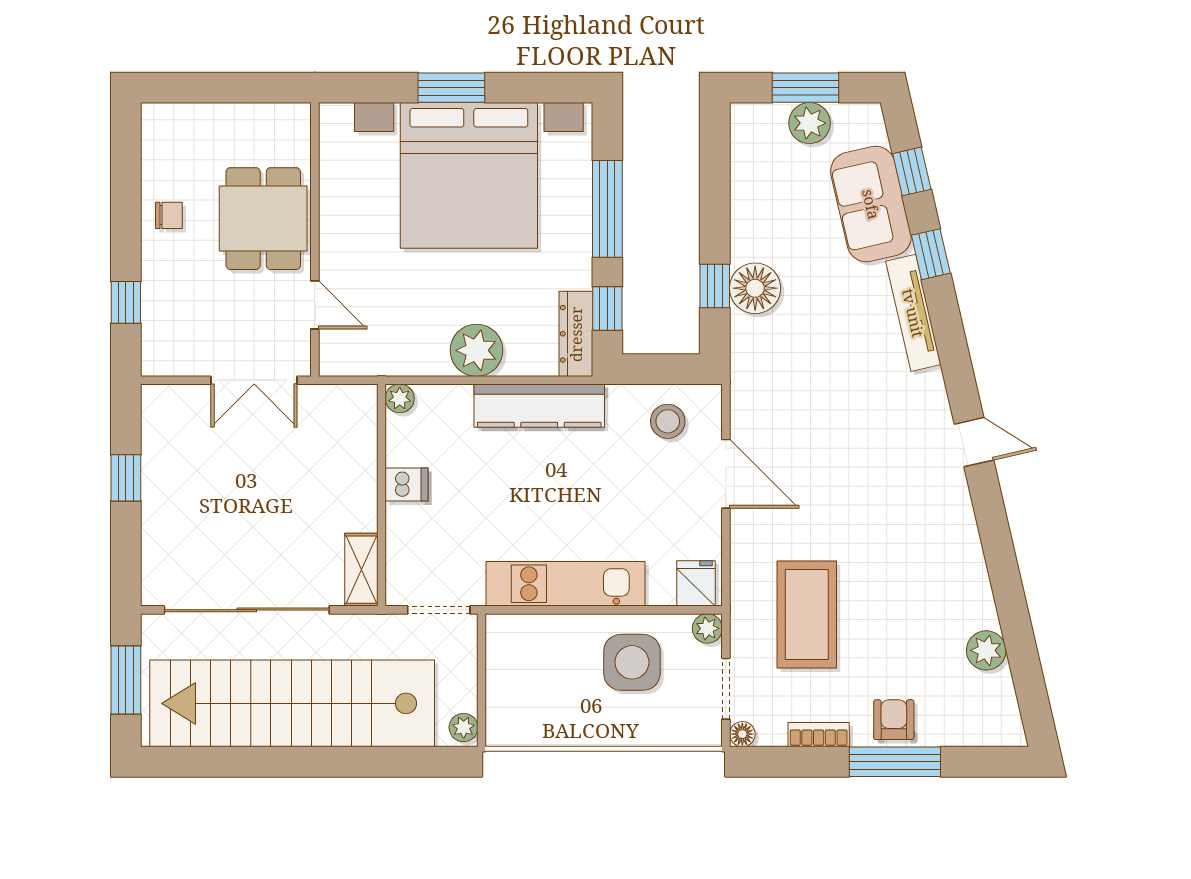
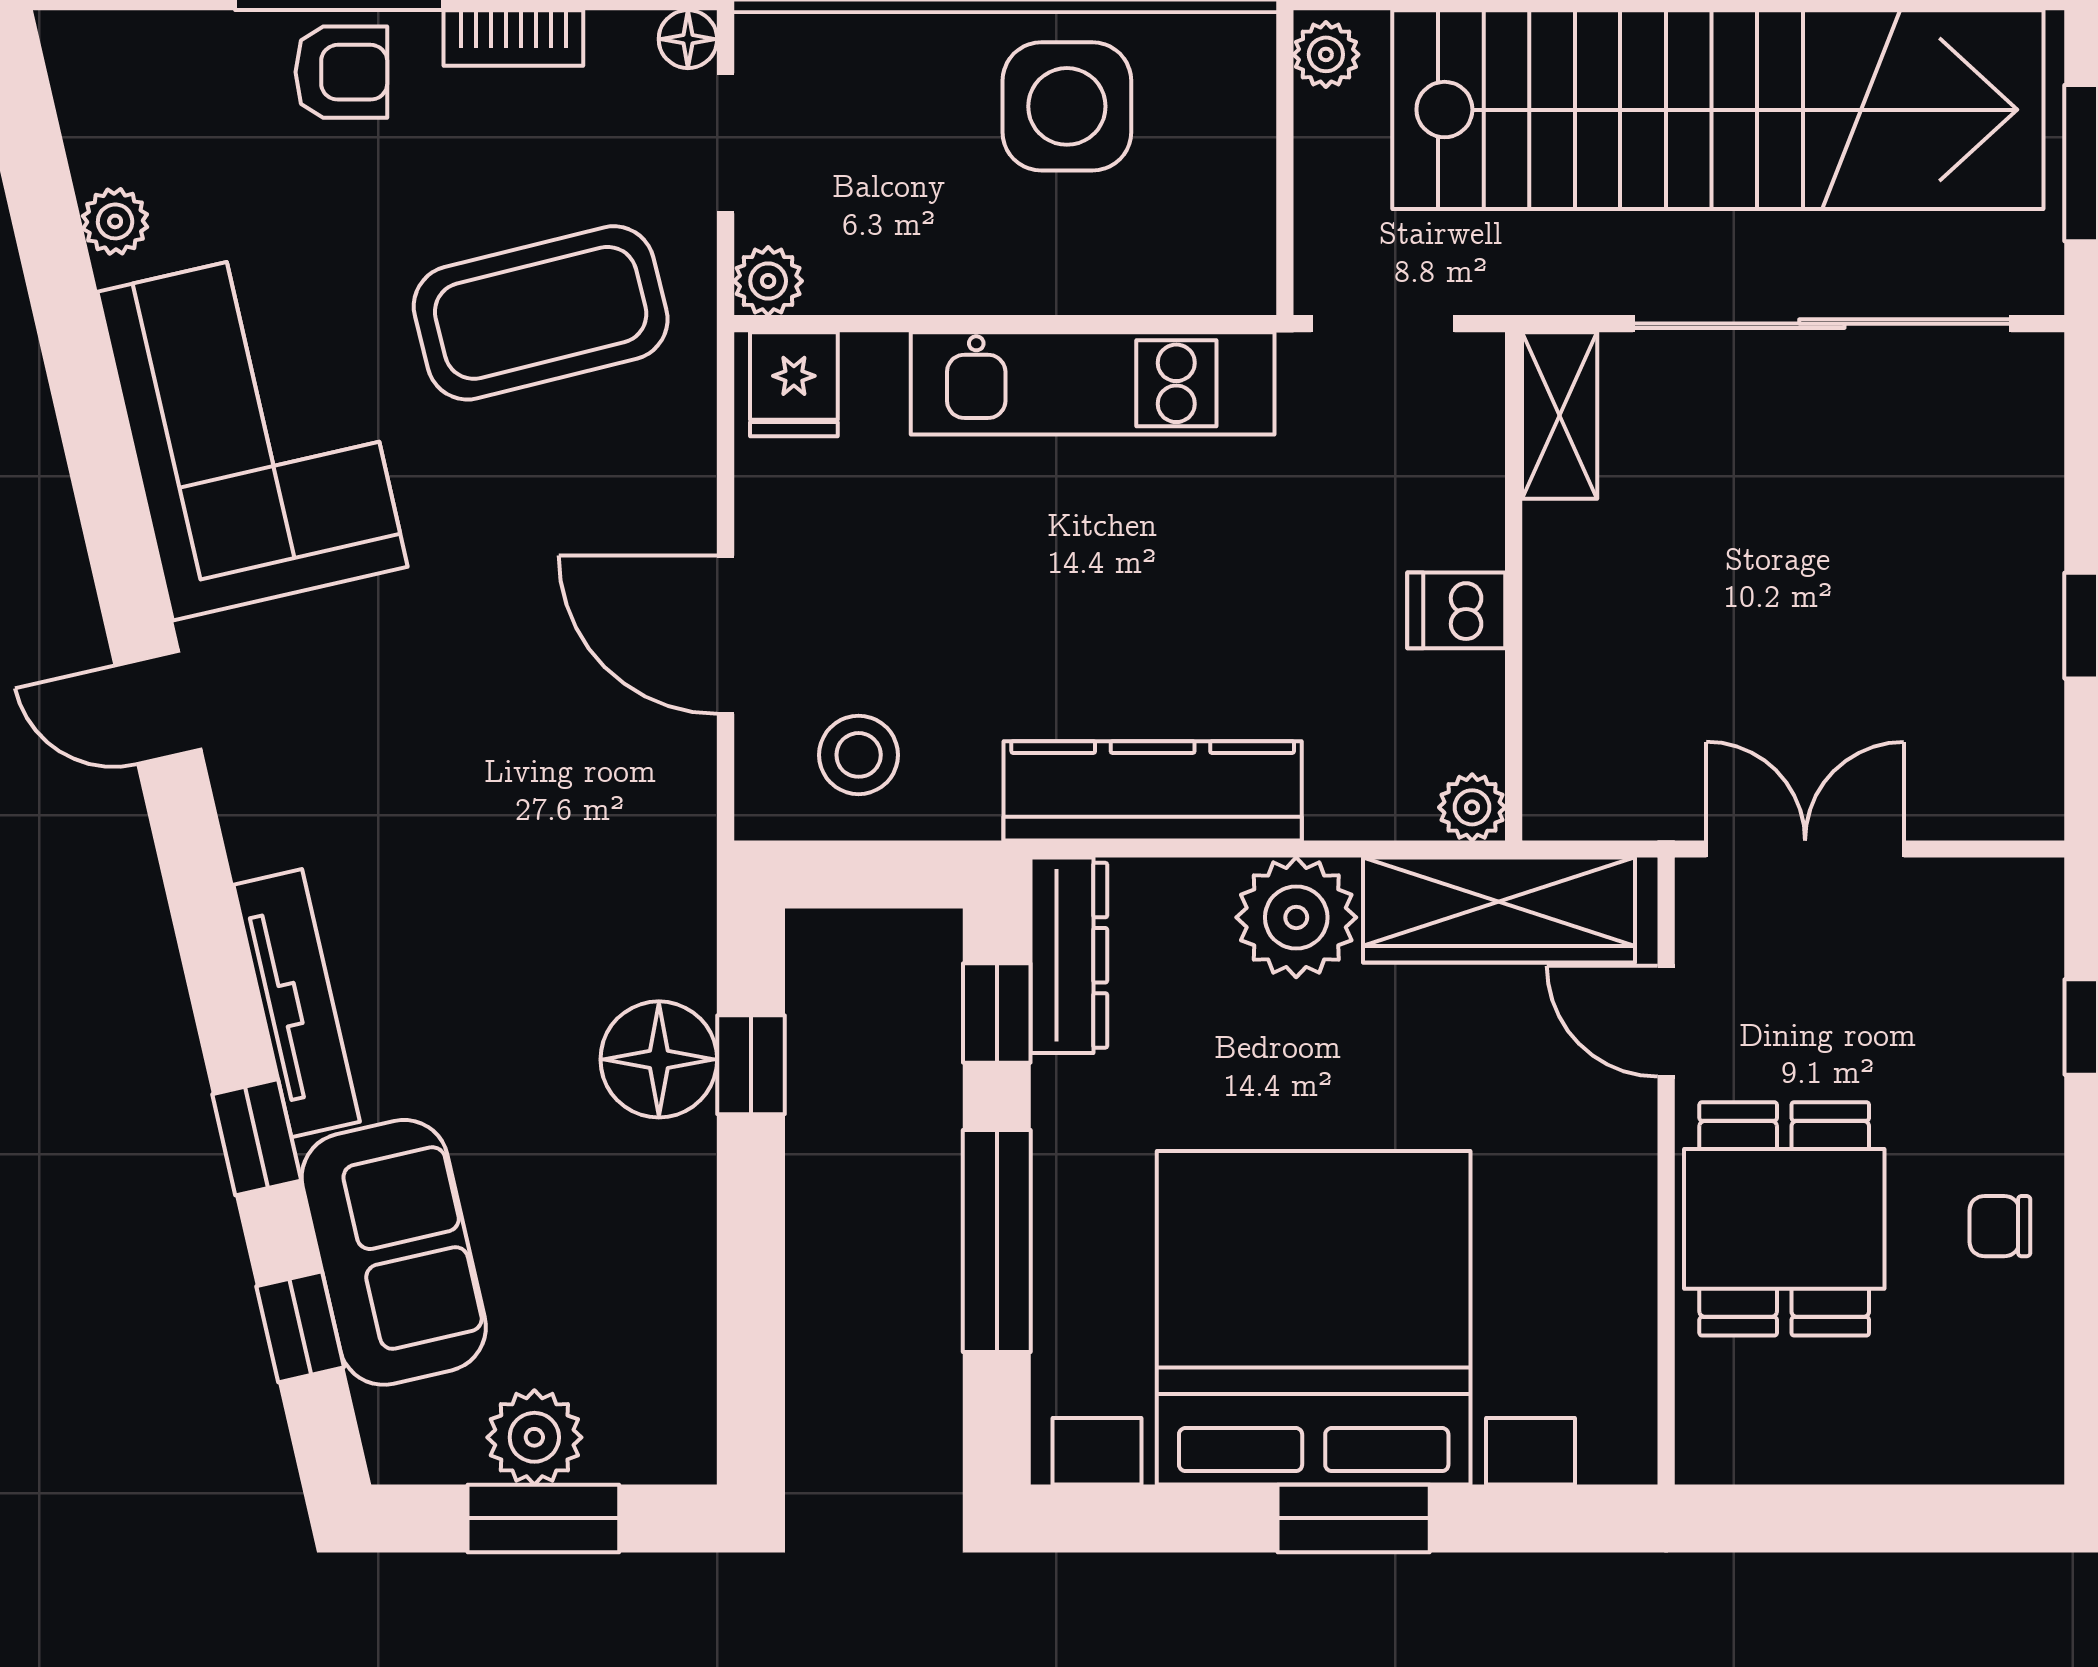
wardrobe: (388, 354) -> (1499, 910), added
corner sofa: (933, 564) -> (253, 429), added
coffee table: (807, 615) -> (541, 313), turned 76
plant: (986, 650) -> (115, 221), width x0.73, depth x0.73
side table: (632, 662) -> (1067, 106), moved
armchair: (894, 720) -> (341, 72), turned -90

